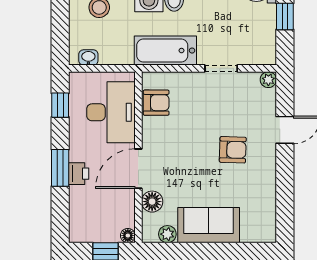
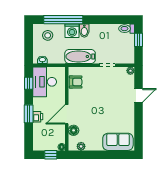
desk: (111, 112) -> (45, 82), moved, turned 180
armchair: (233, 150) -> (113, 105), removed
sofa: (209, 225) -> (118, 142), moved

